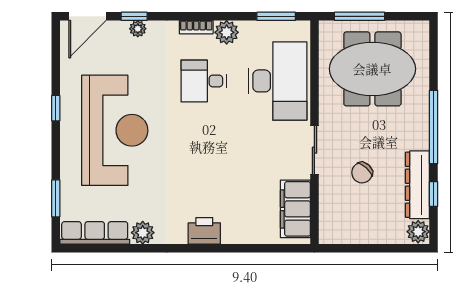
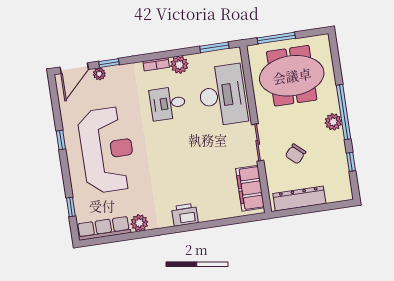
plant: (138, 29) -> (99, 74), moved
dresser: (417, 185) -> (299, 199), moved, turned 90
window: (56, 198) -> (71, 207), width x0.67
plant: (418, 232) -> (333, 122), moved

